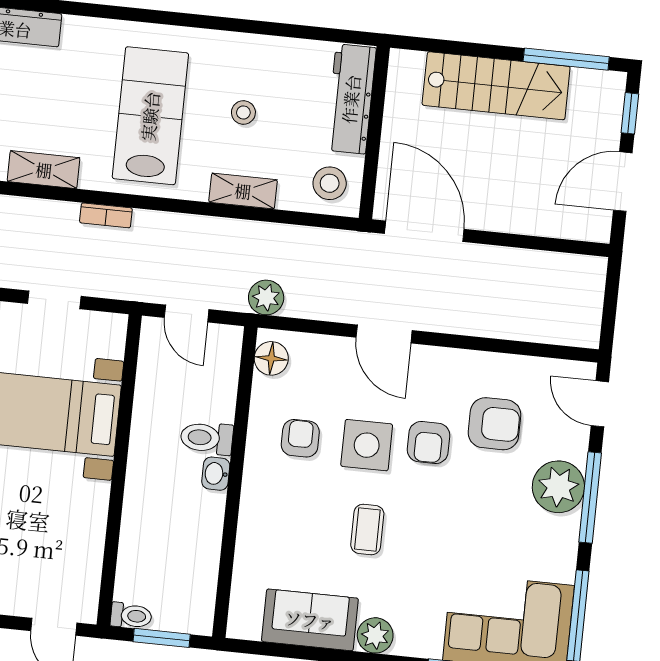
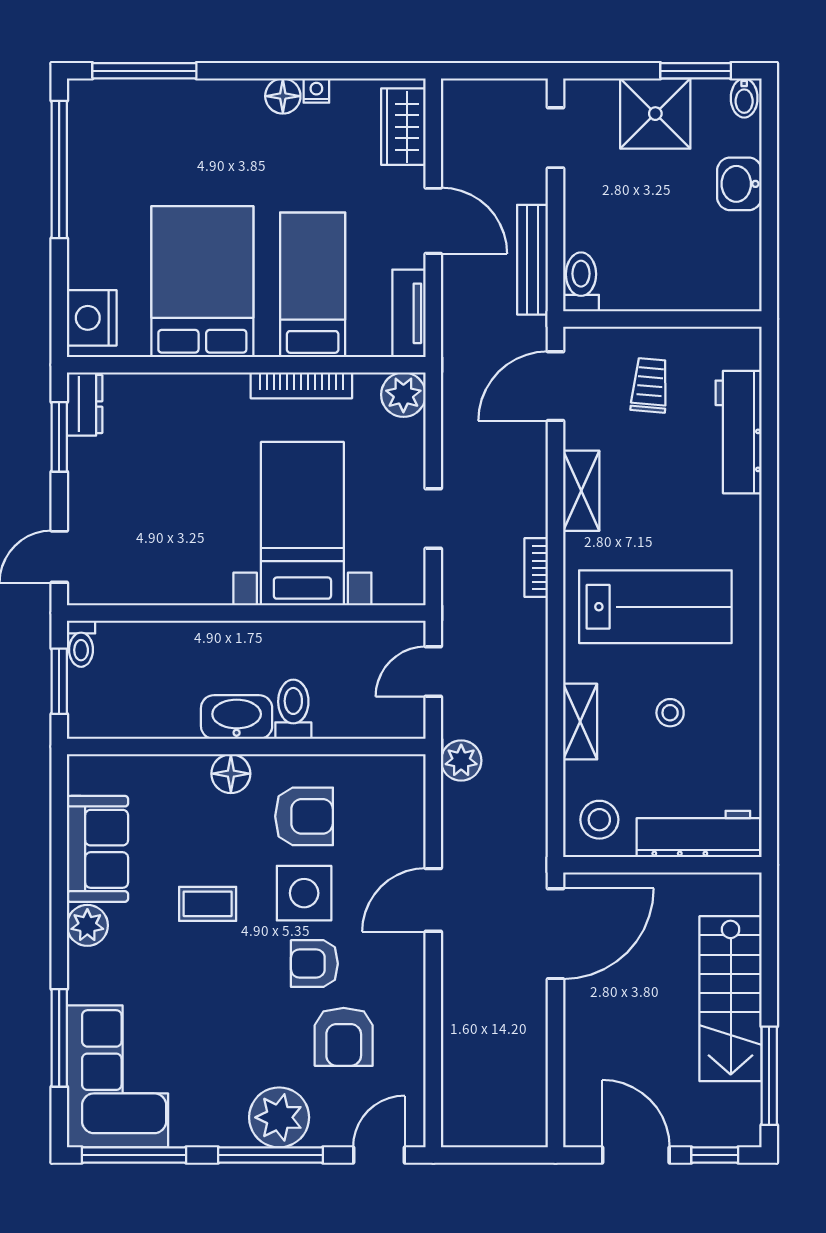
floor lamp: (271, 358) -> (231, 774), moved
armchair: (300, 438) -> (304, 816), width x1.38, depth x1.38
washbasin: (216, 474) -> (237, 717), width x1.91, depth x1.45

